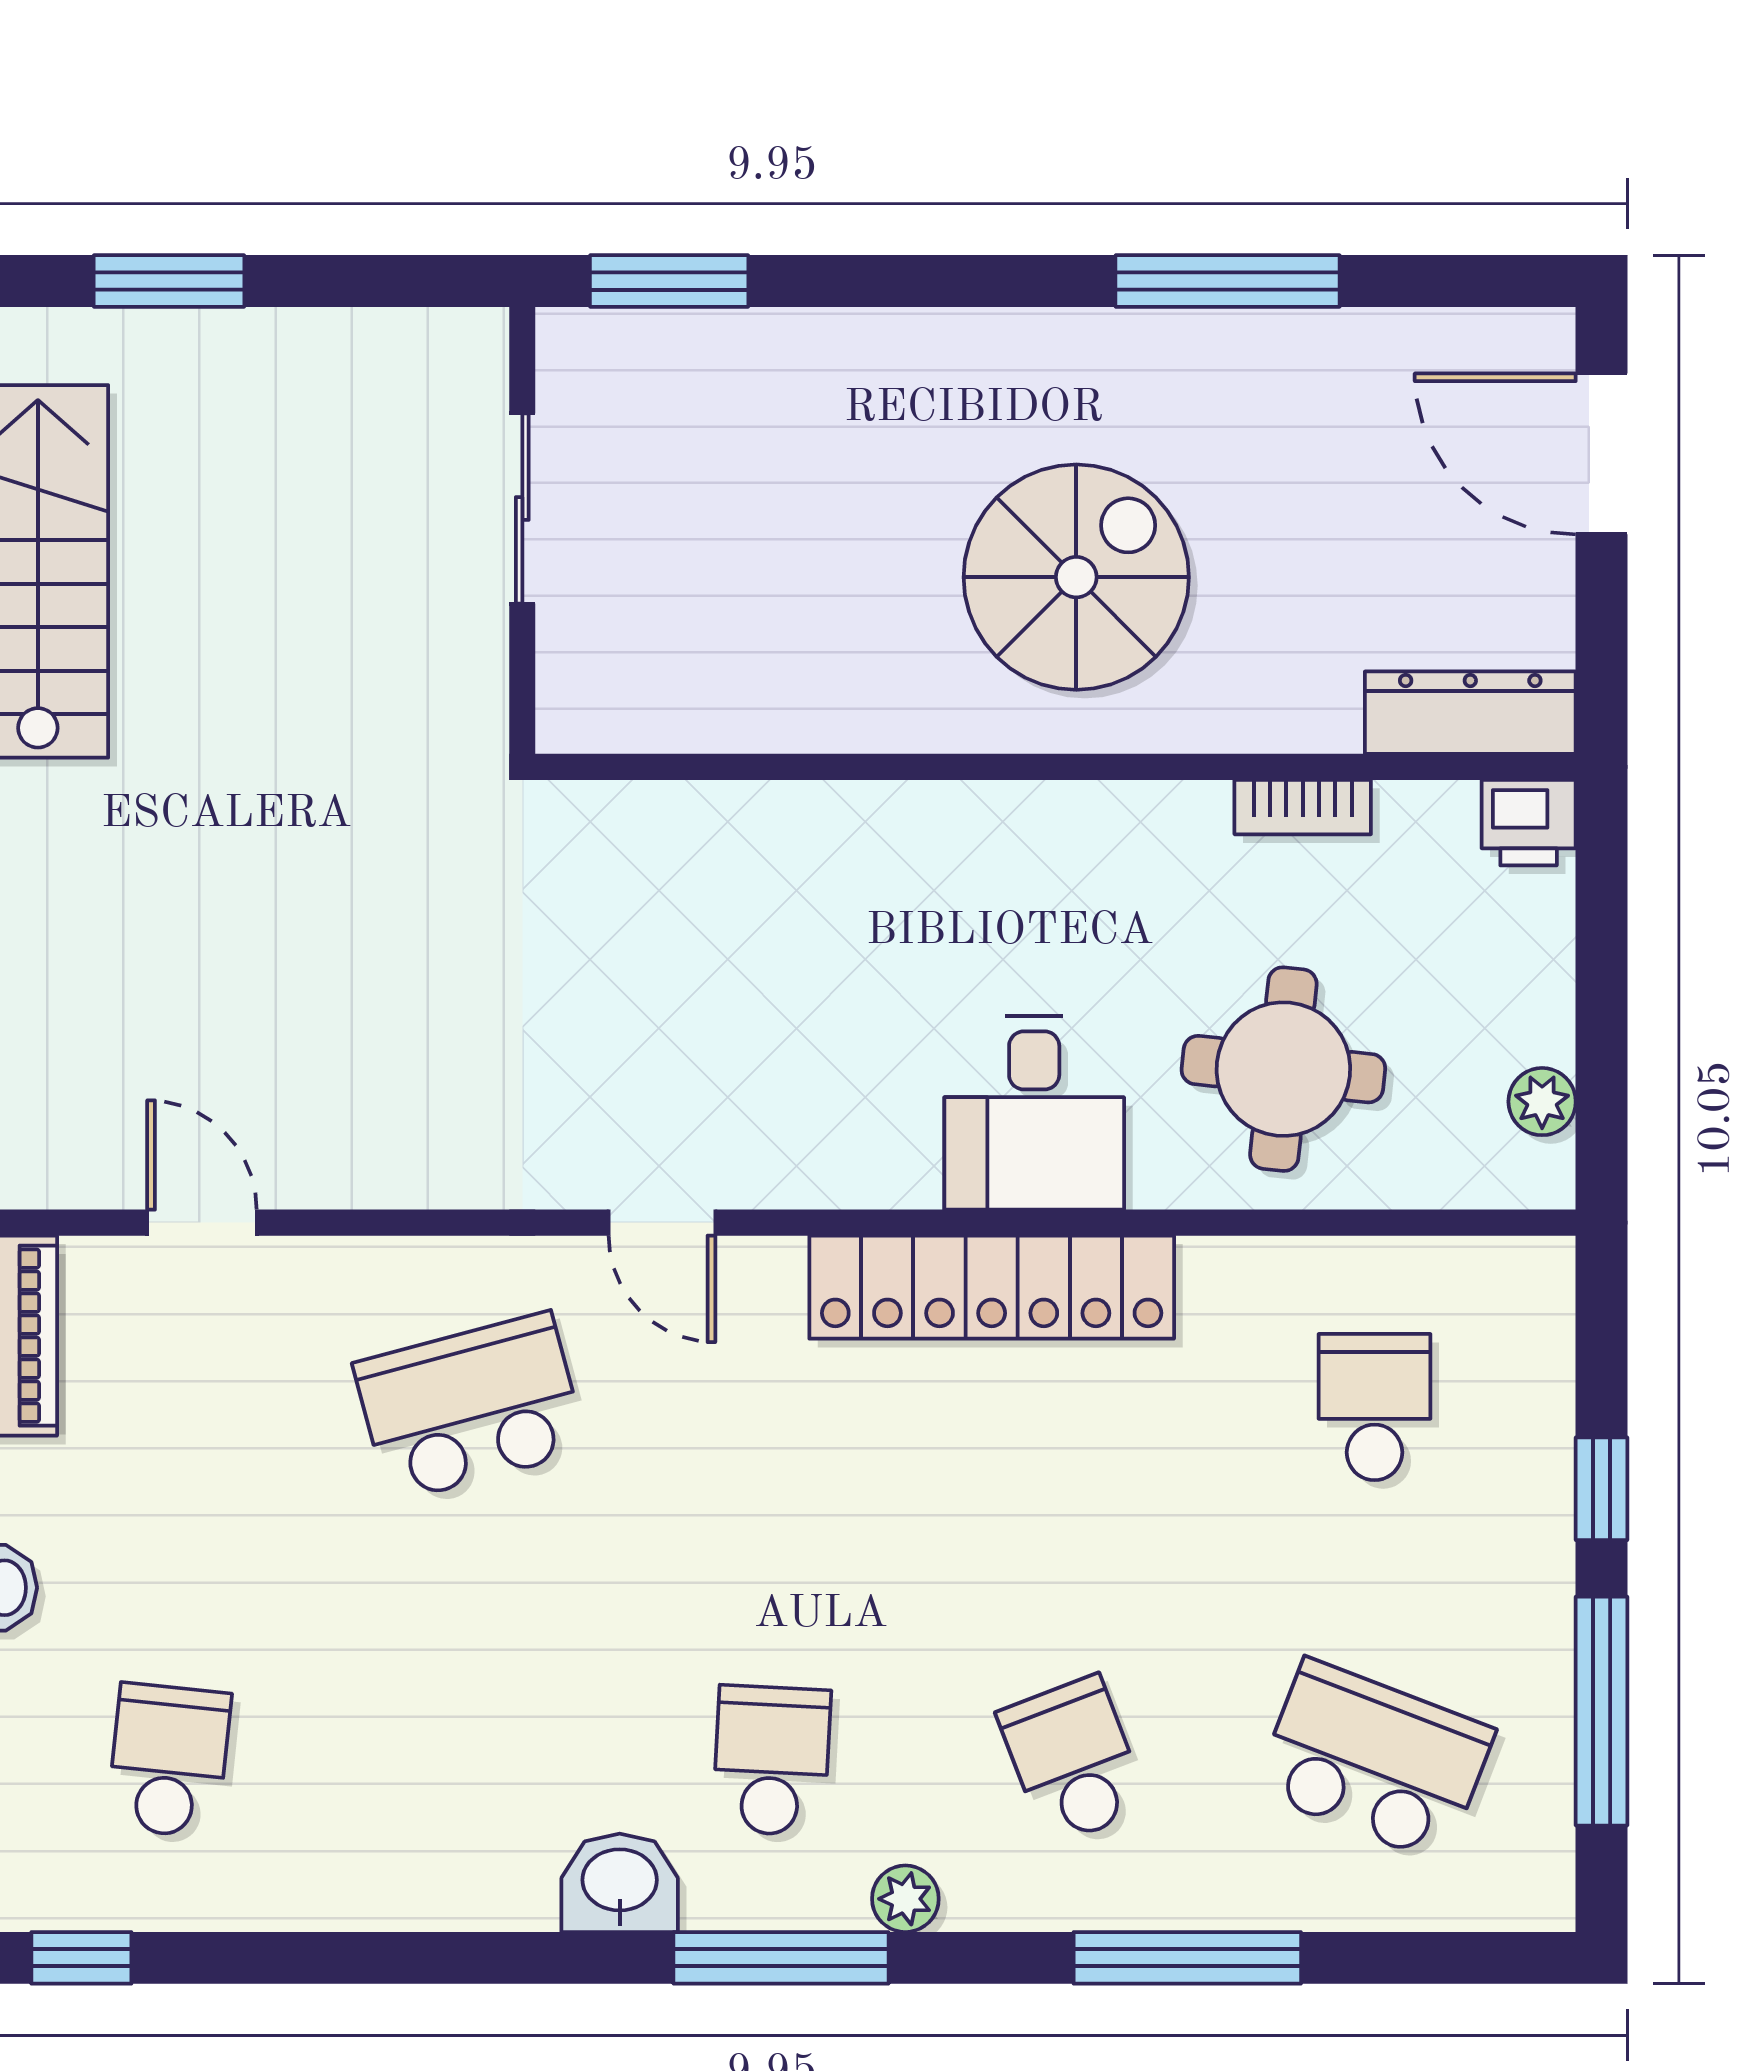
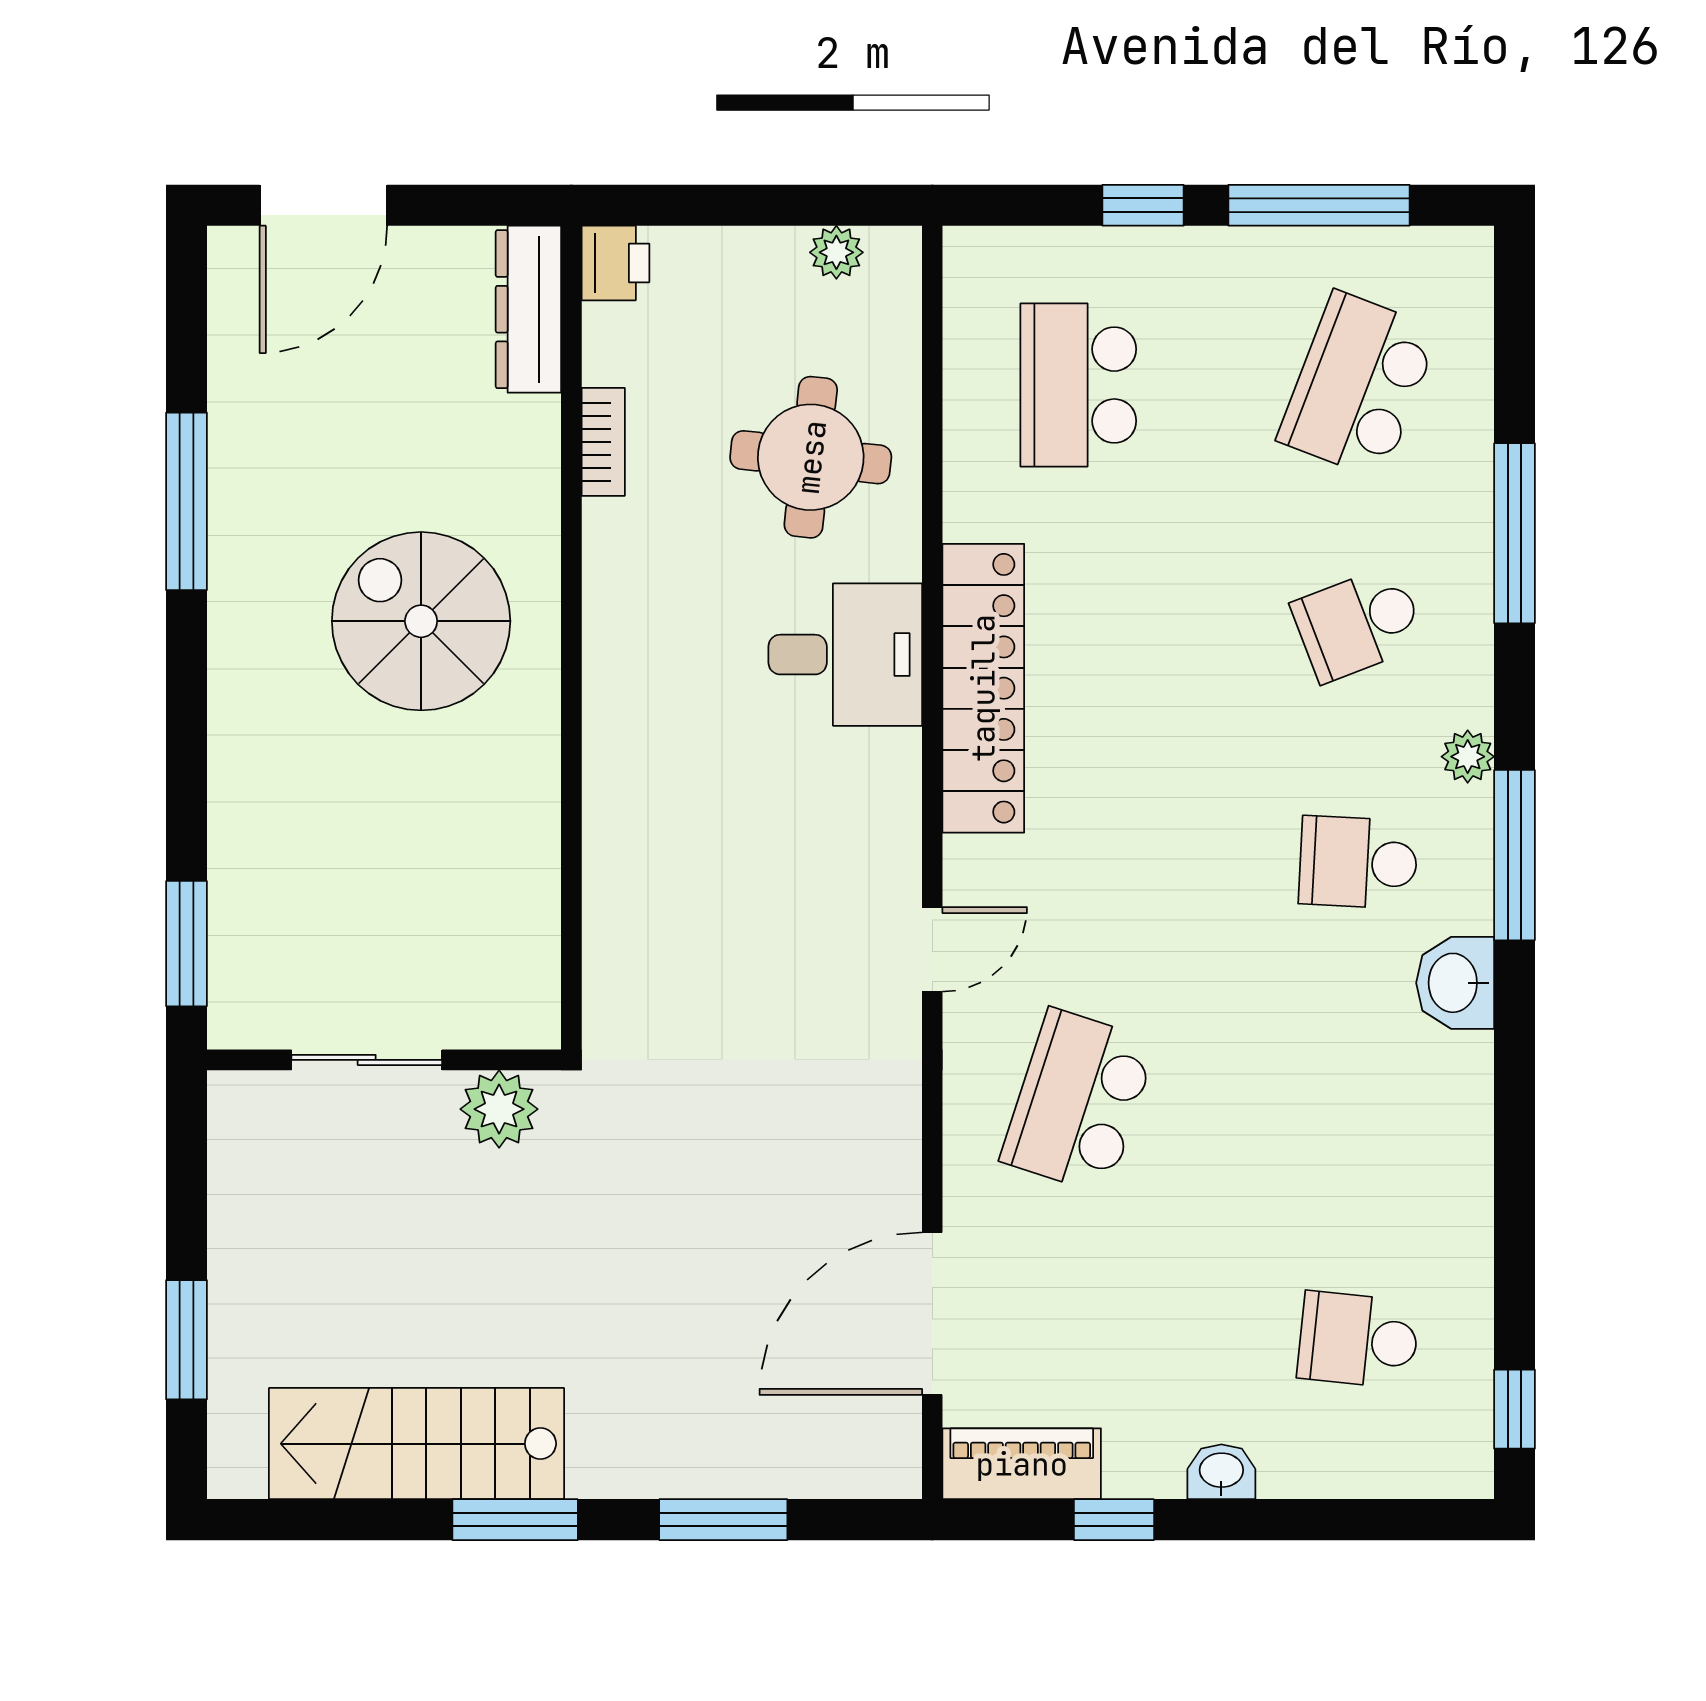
plant: (460, 676) -> (499, 1109), added
door: (202, 1223) -> (932, 1314), width x1.88
school desk: (470, 1407) -> (1078, 1101), turned 33
school desk: (1374, 1407) -> (1078, 385), width x1.85

